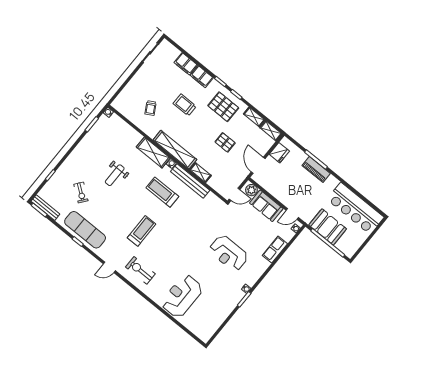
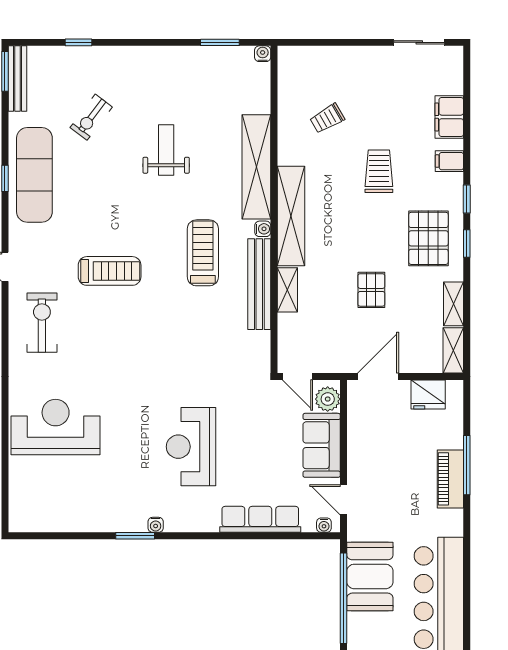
filing cabinet: (202, 77) -> (449, 161), width x0.50
shelving: (153, 153) -> (256, 167), width x1.47
weight bench: (115, 175) -> (166, 150), turned 90
row of seats: (275, 250) -> (260, 519), width x1.48

